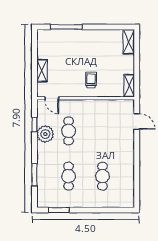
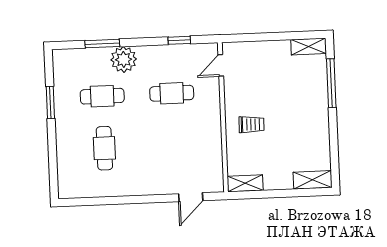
shelving: (42, 71) -> (309, 46), moved
plant: (45, 134) -> (124, 59), moved
cafe table: (102, 176) -> (104, 148), turned 90
window: (59, 210) -> (50, 103), moved

